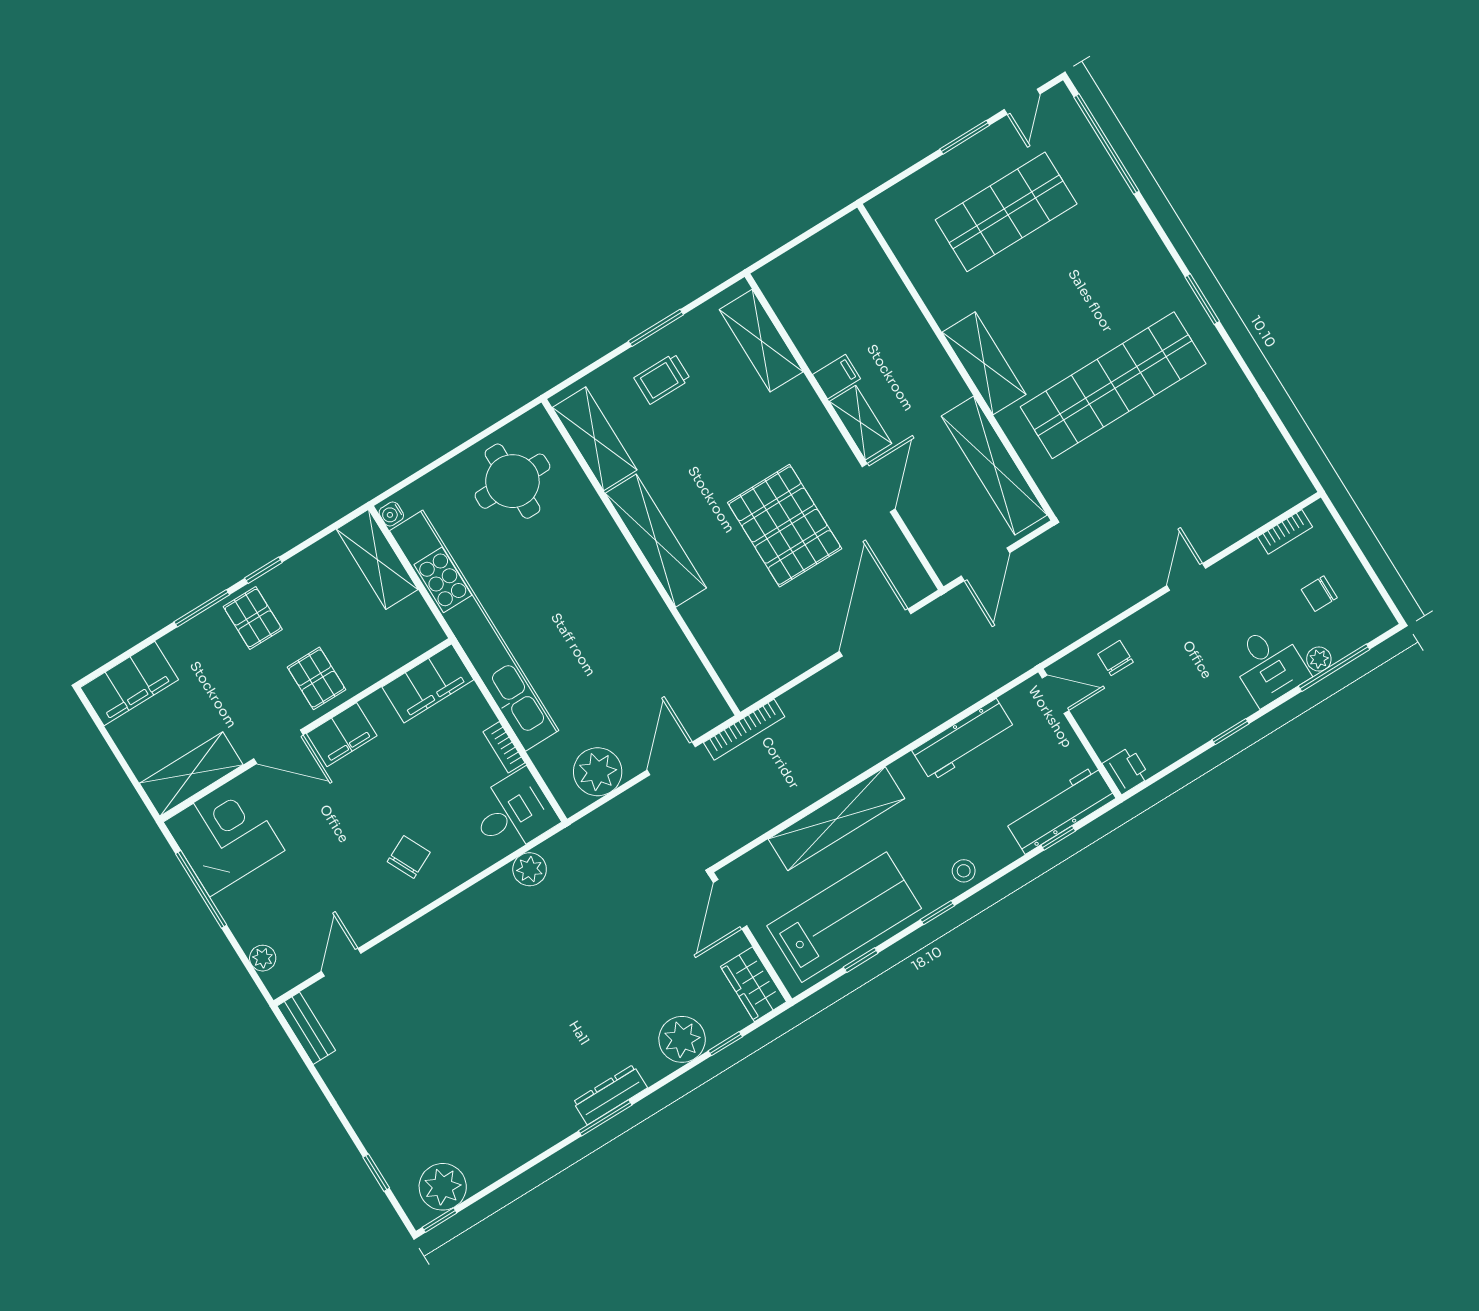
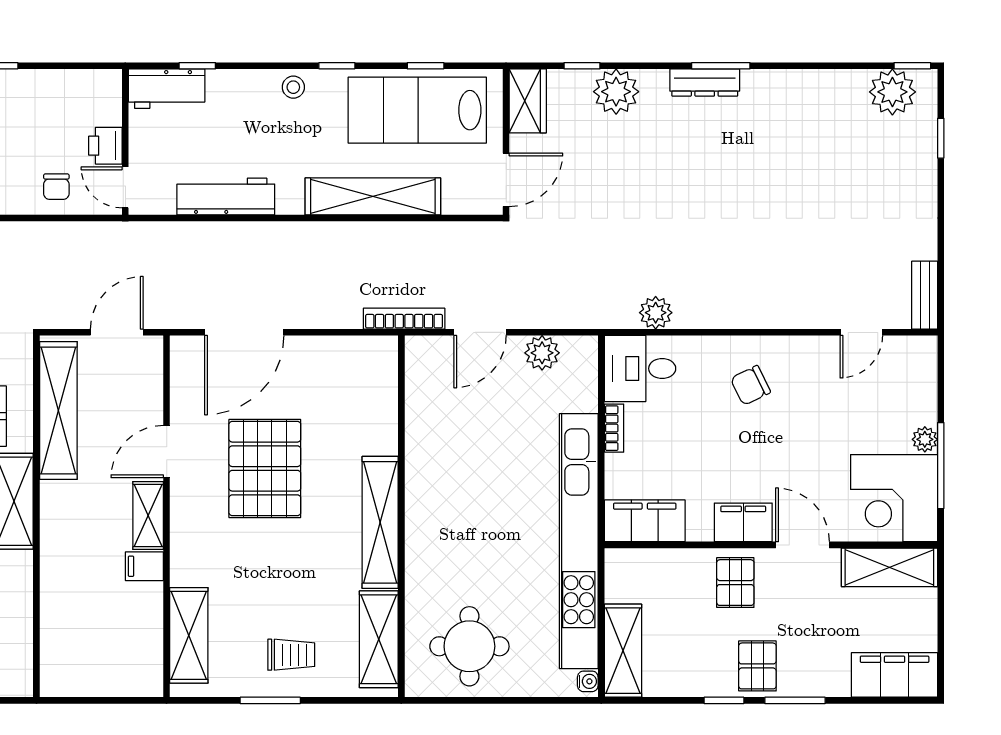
printer: (1126, 770) -> (105, 146), moved
plant: (598, 772) -> (542, 353), width x0.73, depth x0.73
workbench: (1060, 809) -> (167, 89), width x0.73
plant: (263, 958) -> (925, 439), moved

